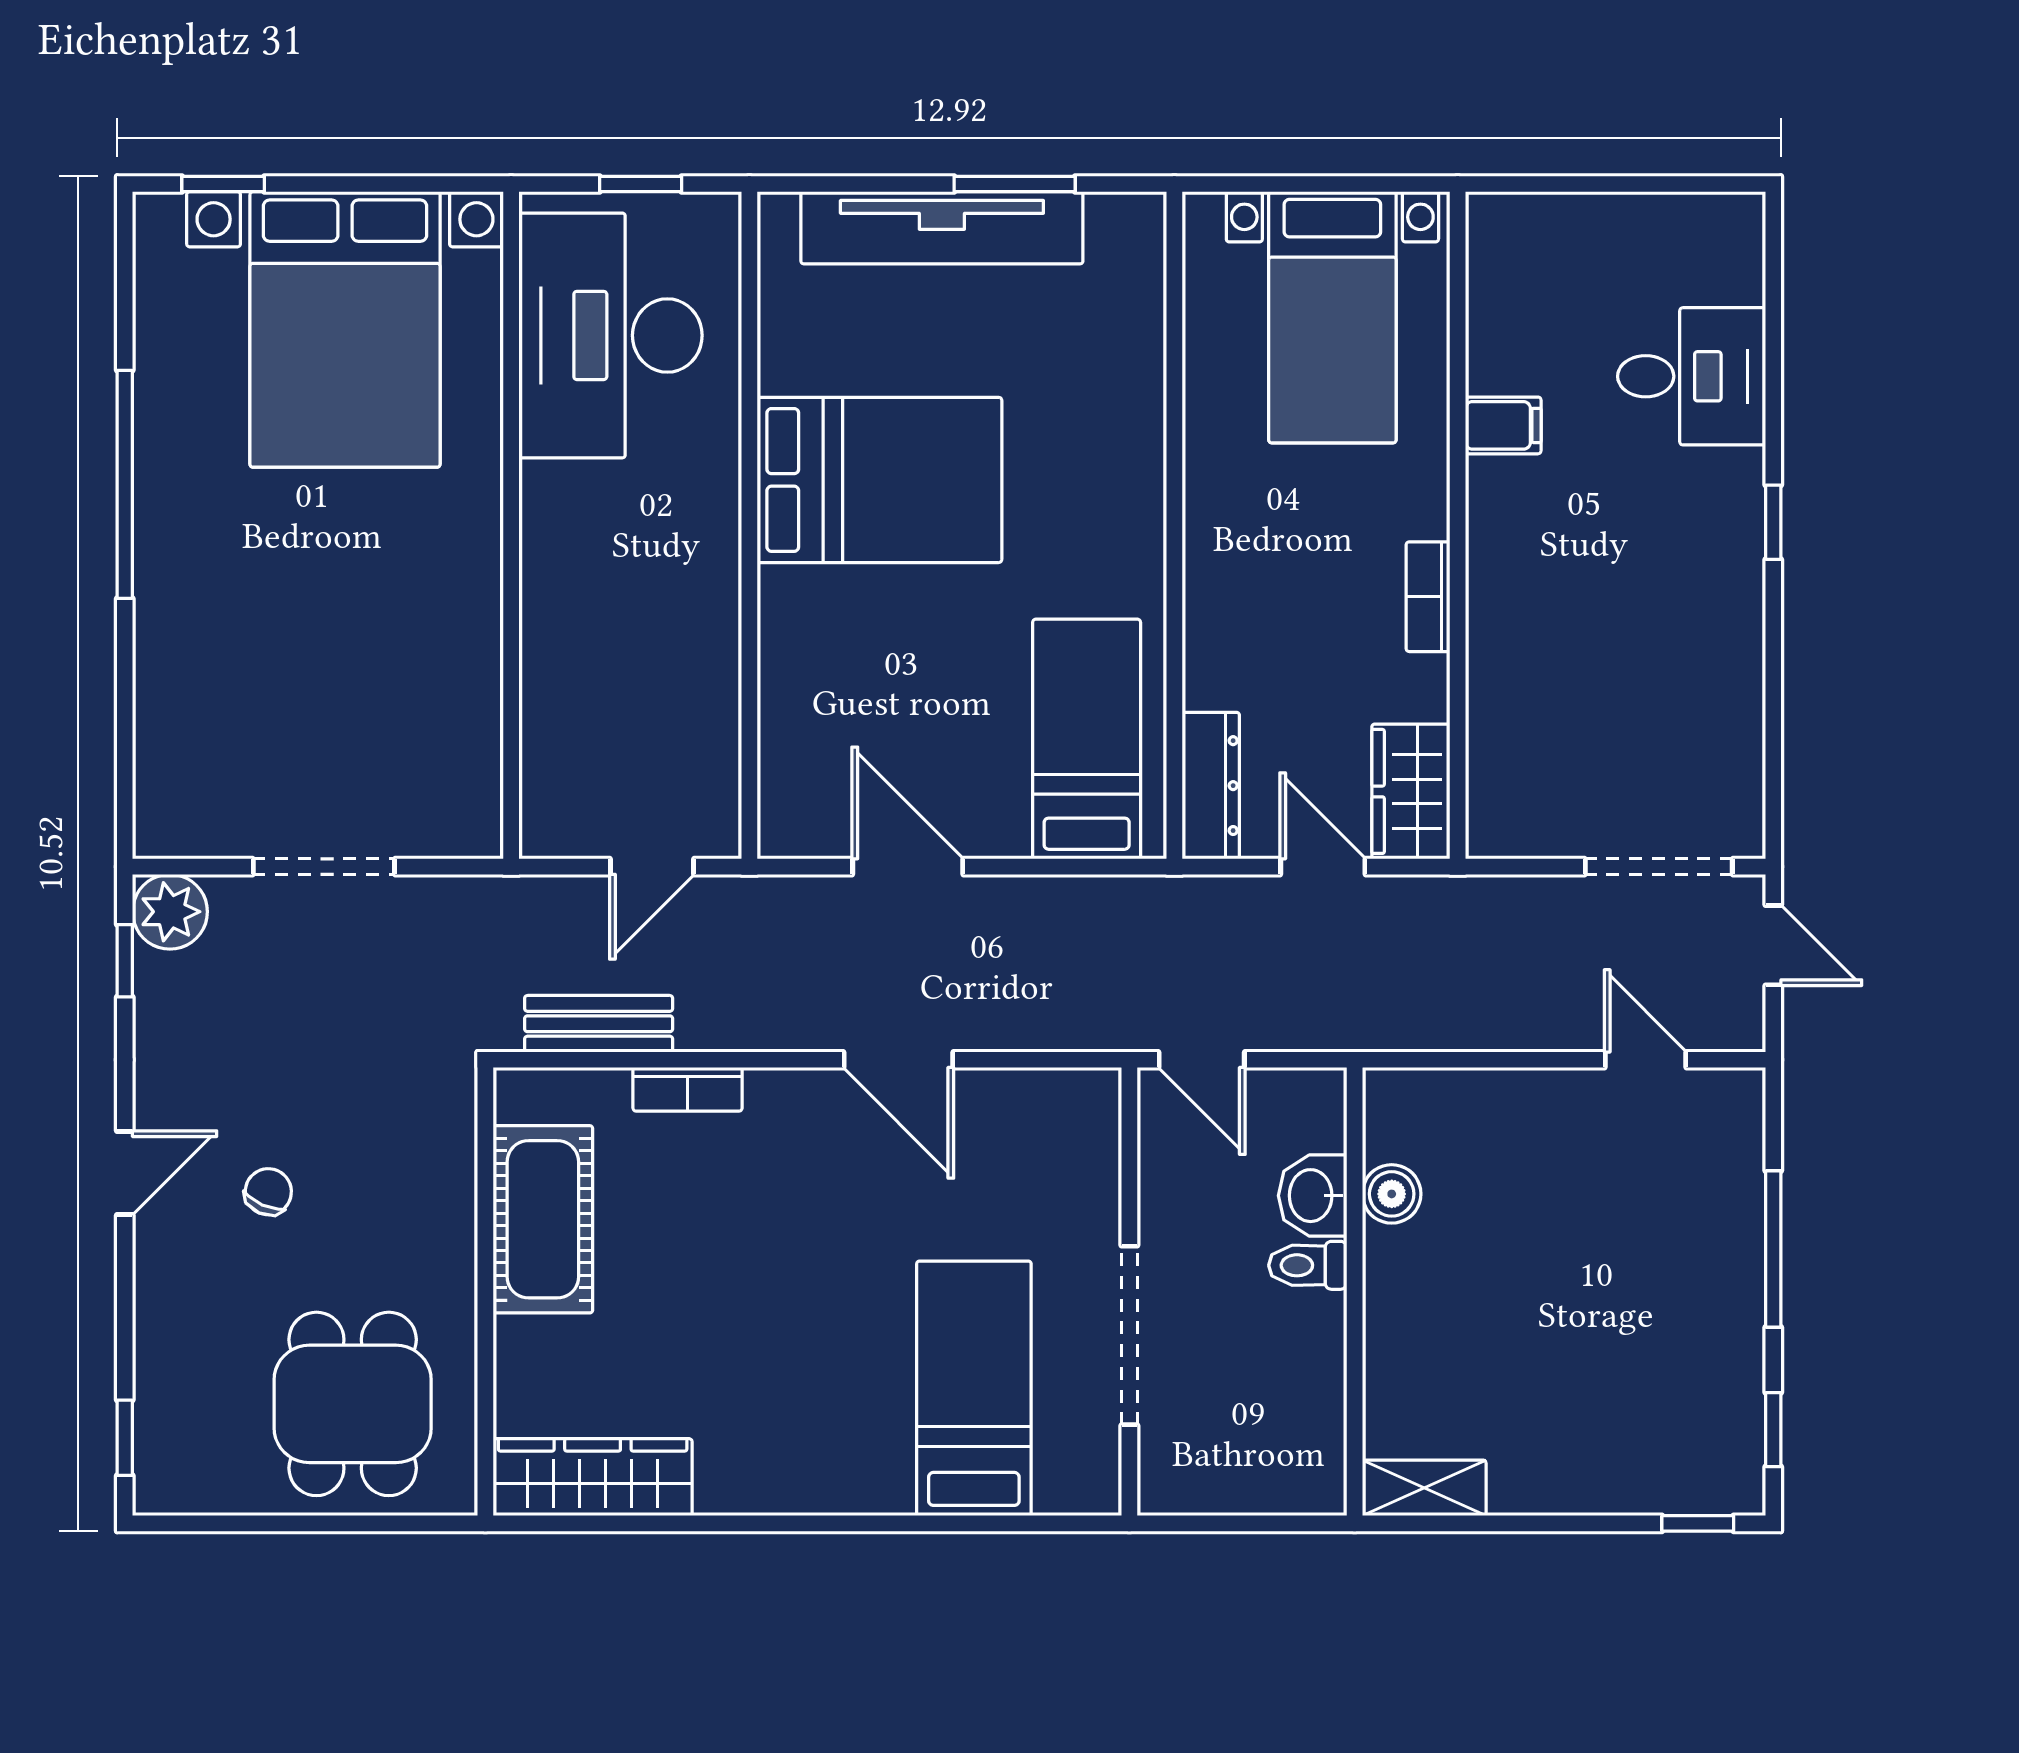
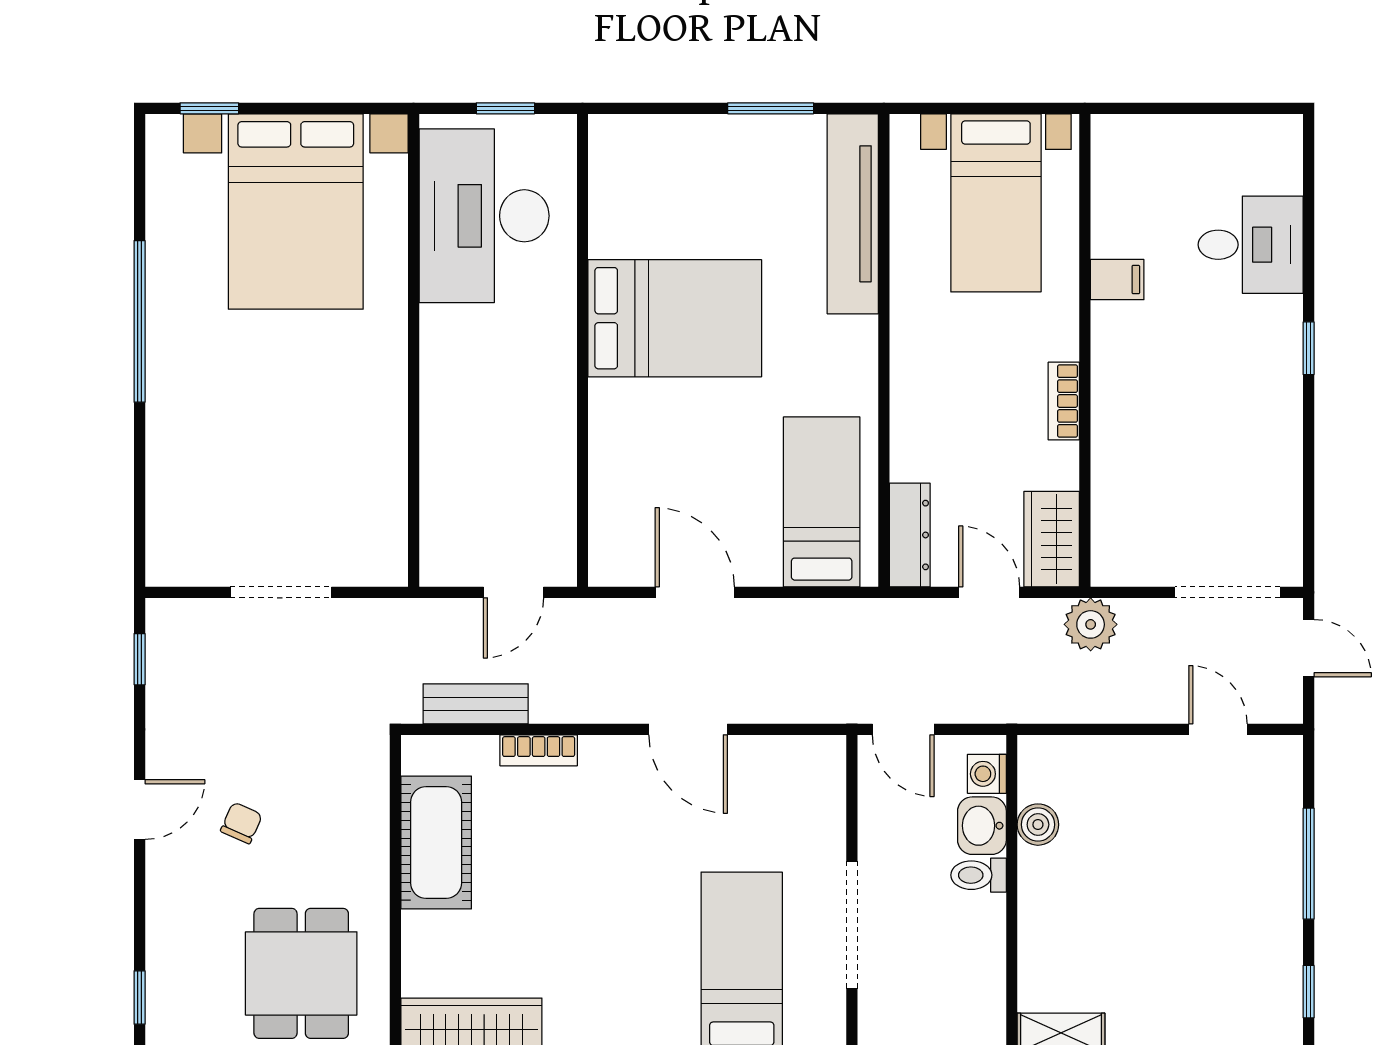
tv unit: (942, 228) -> (853, 214), moved, turned 90
plant: (170, 912) -> (1091, 624), moved
washing machine: (1320, 1122) -> (987, 774), added

